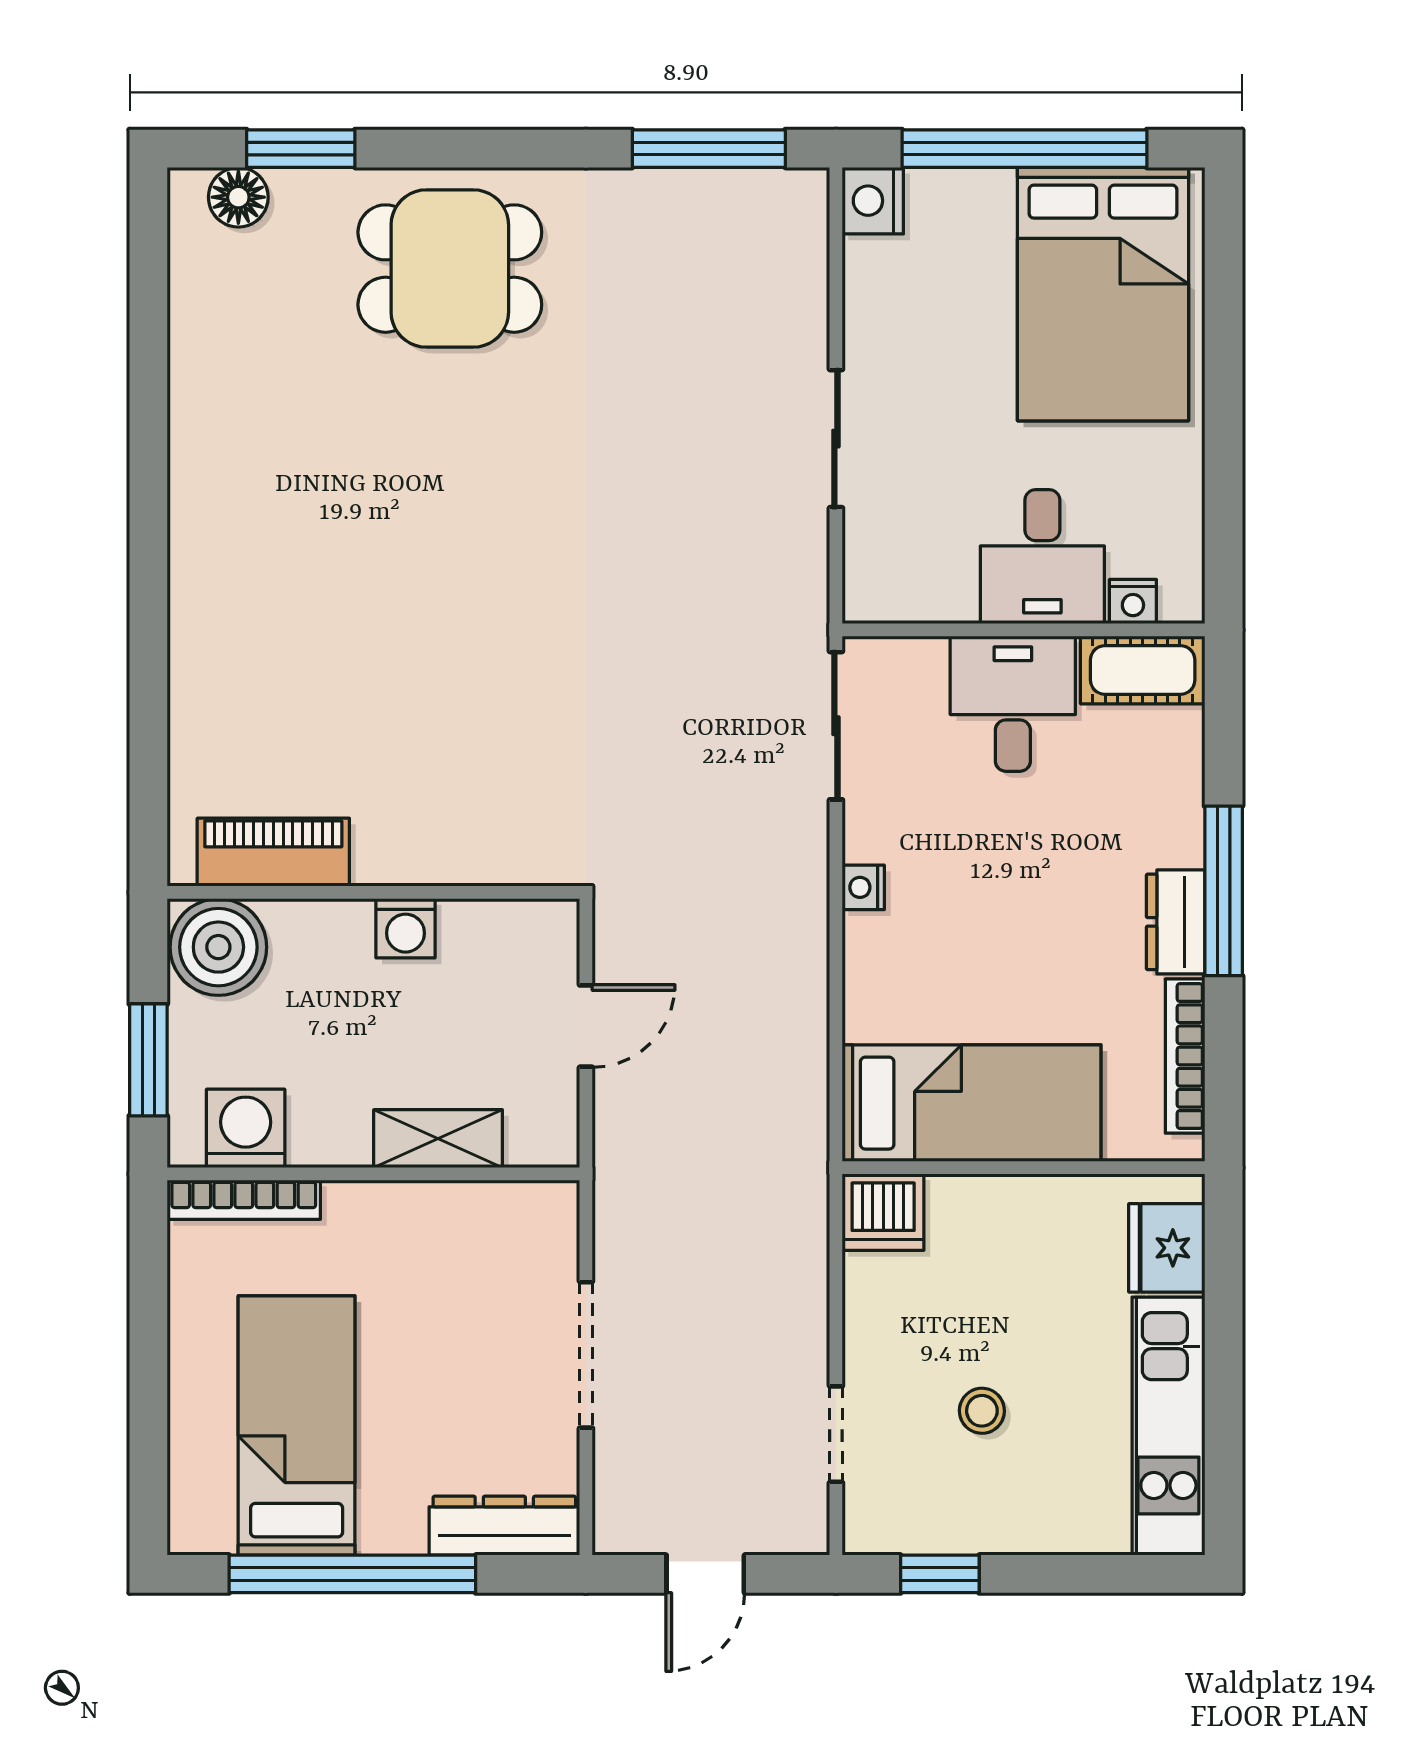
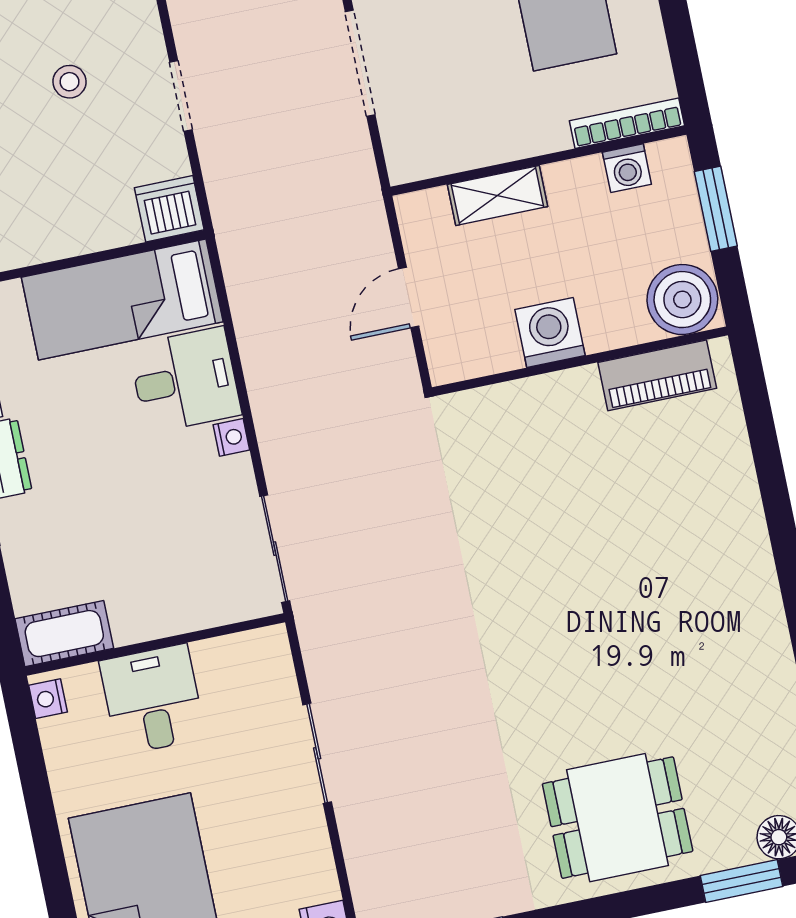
nightstand: (1133, 602) -> (48, 699), moved, turned -90
desk: (1013, 704) -> (185, 380), moved, turned -90
washing machine: (406, 928) -> (550, 333), width x1.38, depth x1.38
washing machine: (246, 1128) -> (627, 168), width x0.73, depth x0.73
doorway: (836, 1434) -> (181, 96), moved

